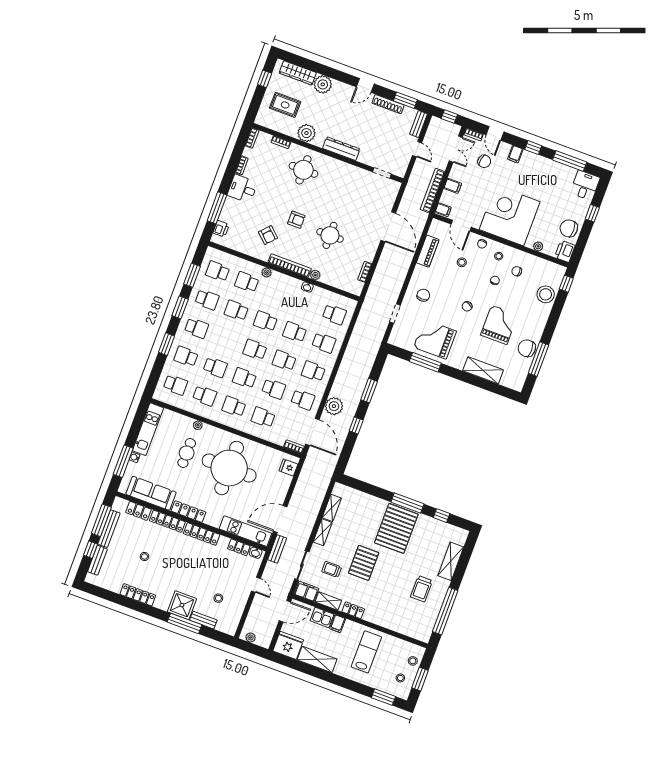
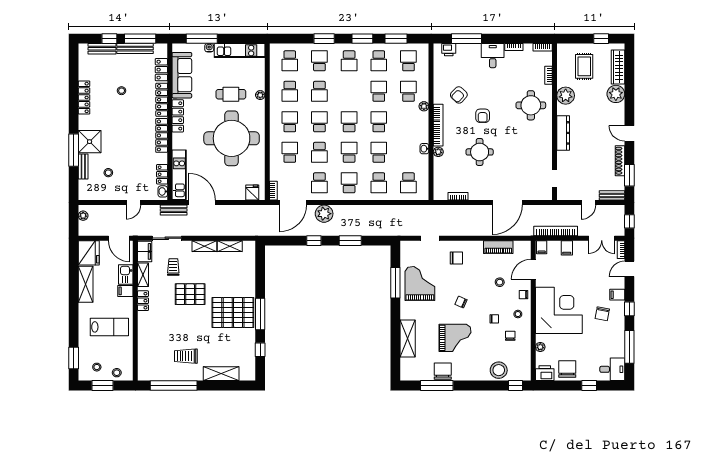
chair: (484, 161) -> (602, 314), moved

